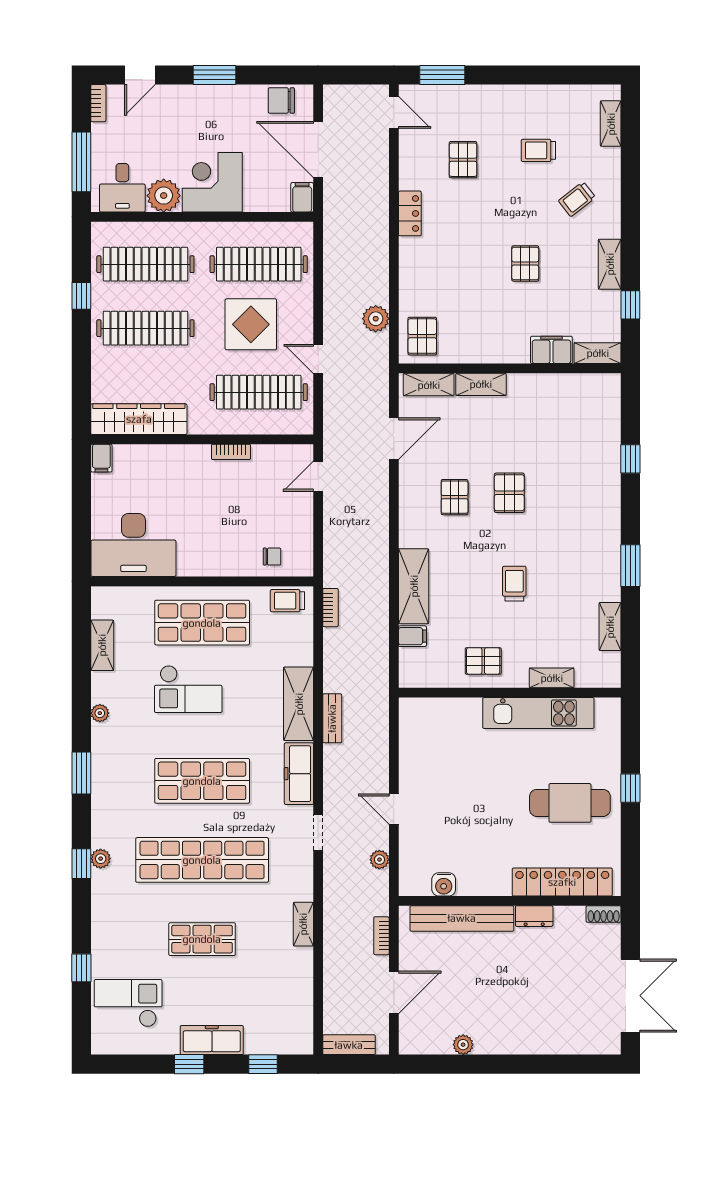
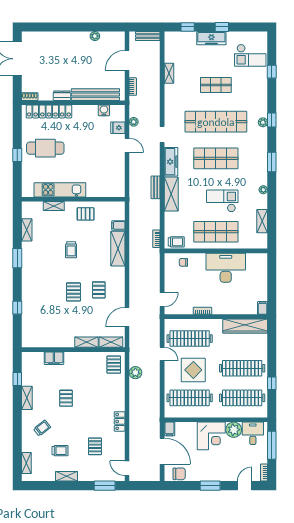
shelving: (598, 353) -> (67, 476), moved
desk: (133, 545) -> (226, 268), moved
fridge: (414, 847) -> (118, 128), added
shelving: (303, 924) -> (169, 73), moved

